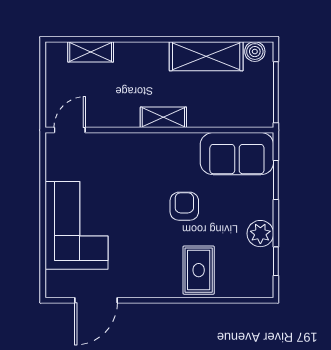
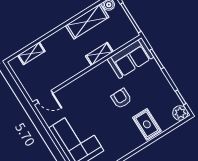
shelving: (163, 117) -> (99, 54), moved
door: (70, 130) -> (45, 96), swing flipped
plant: (260, 234) -> (180, 113), moved

